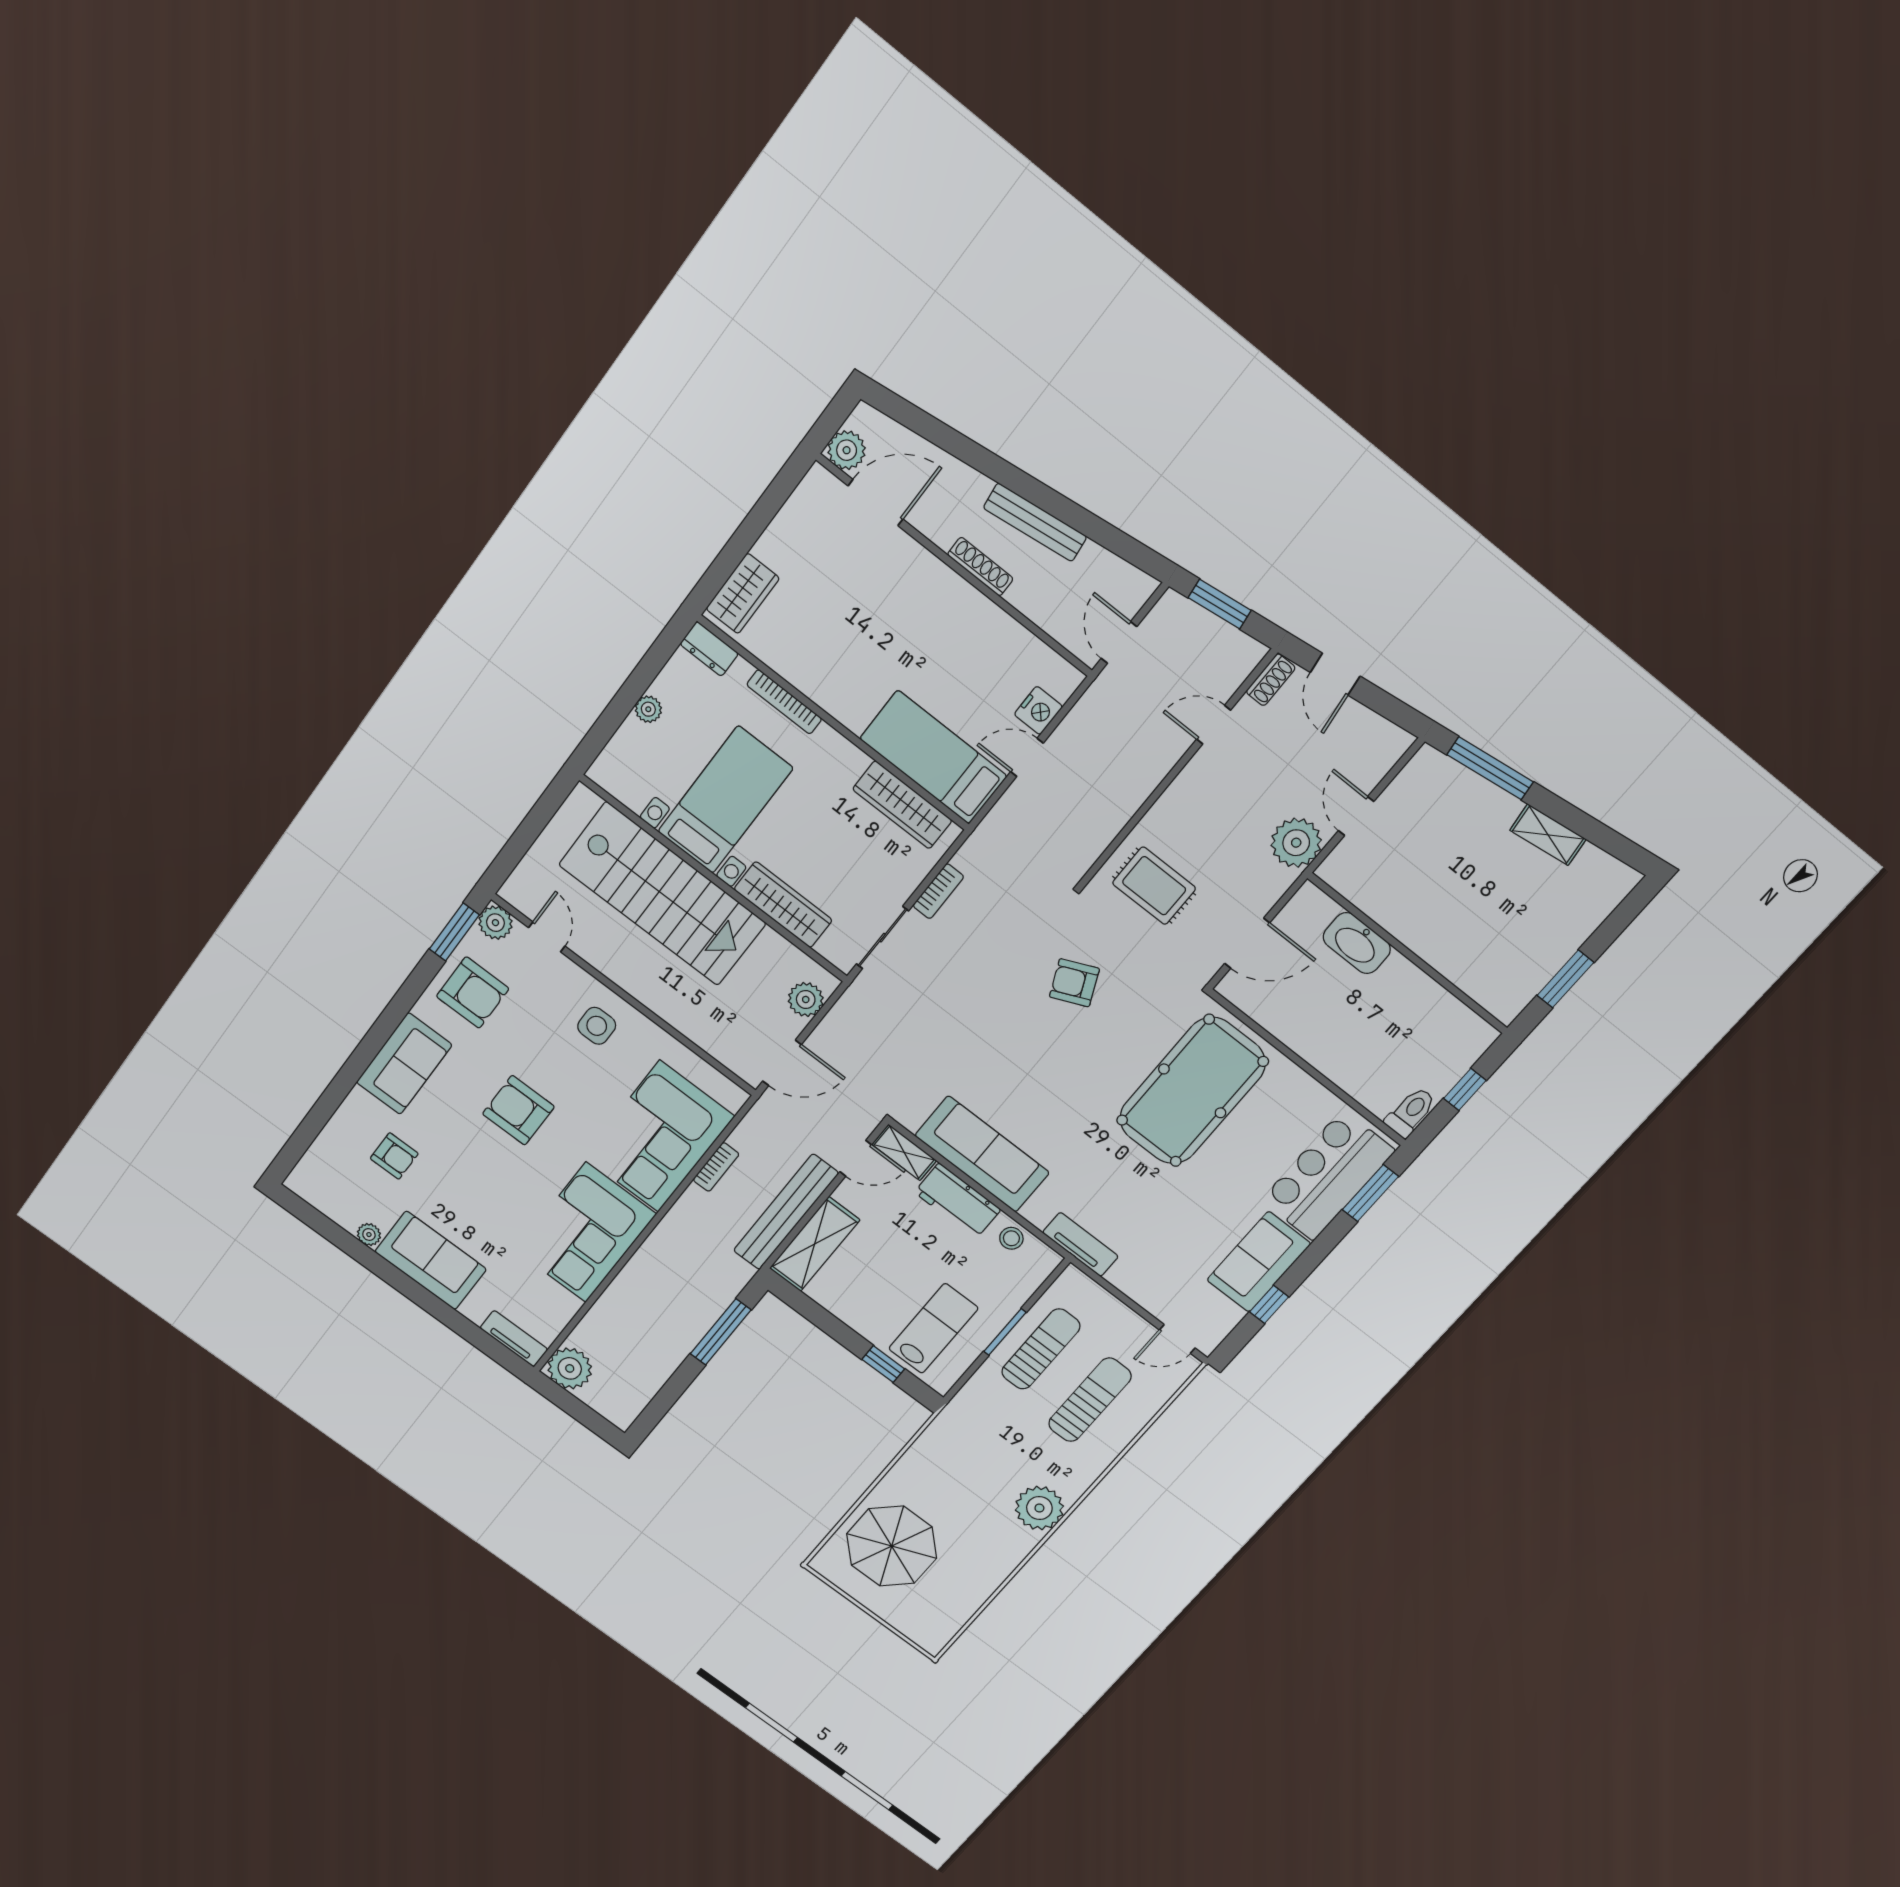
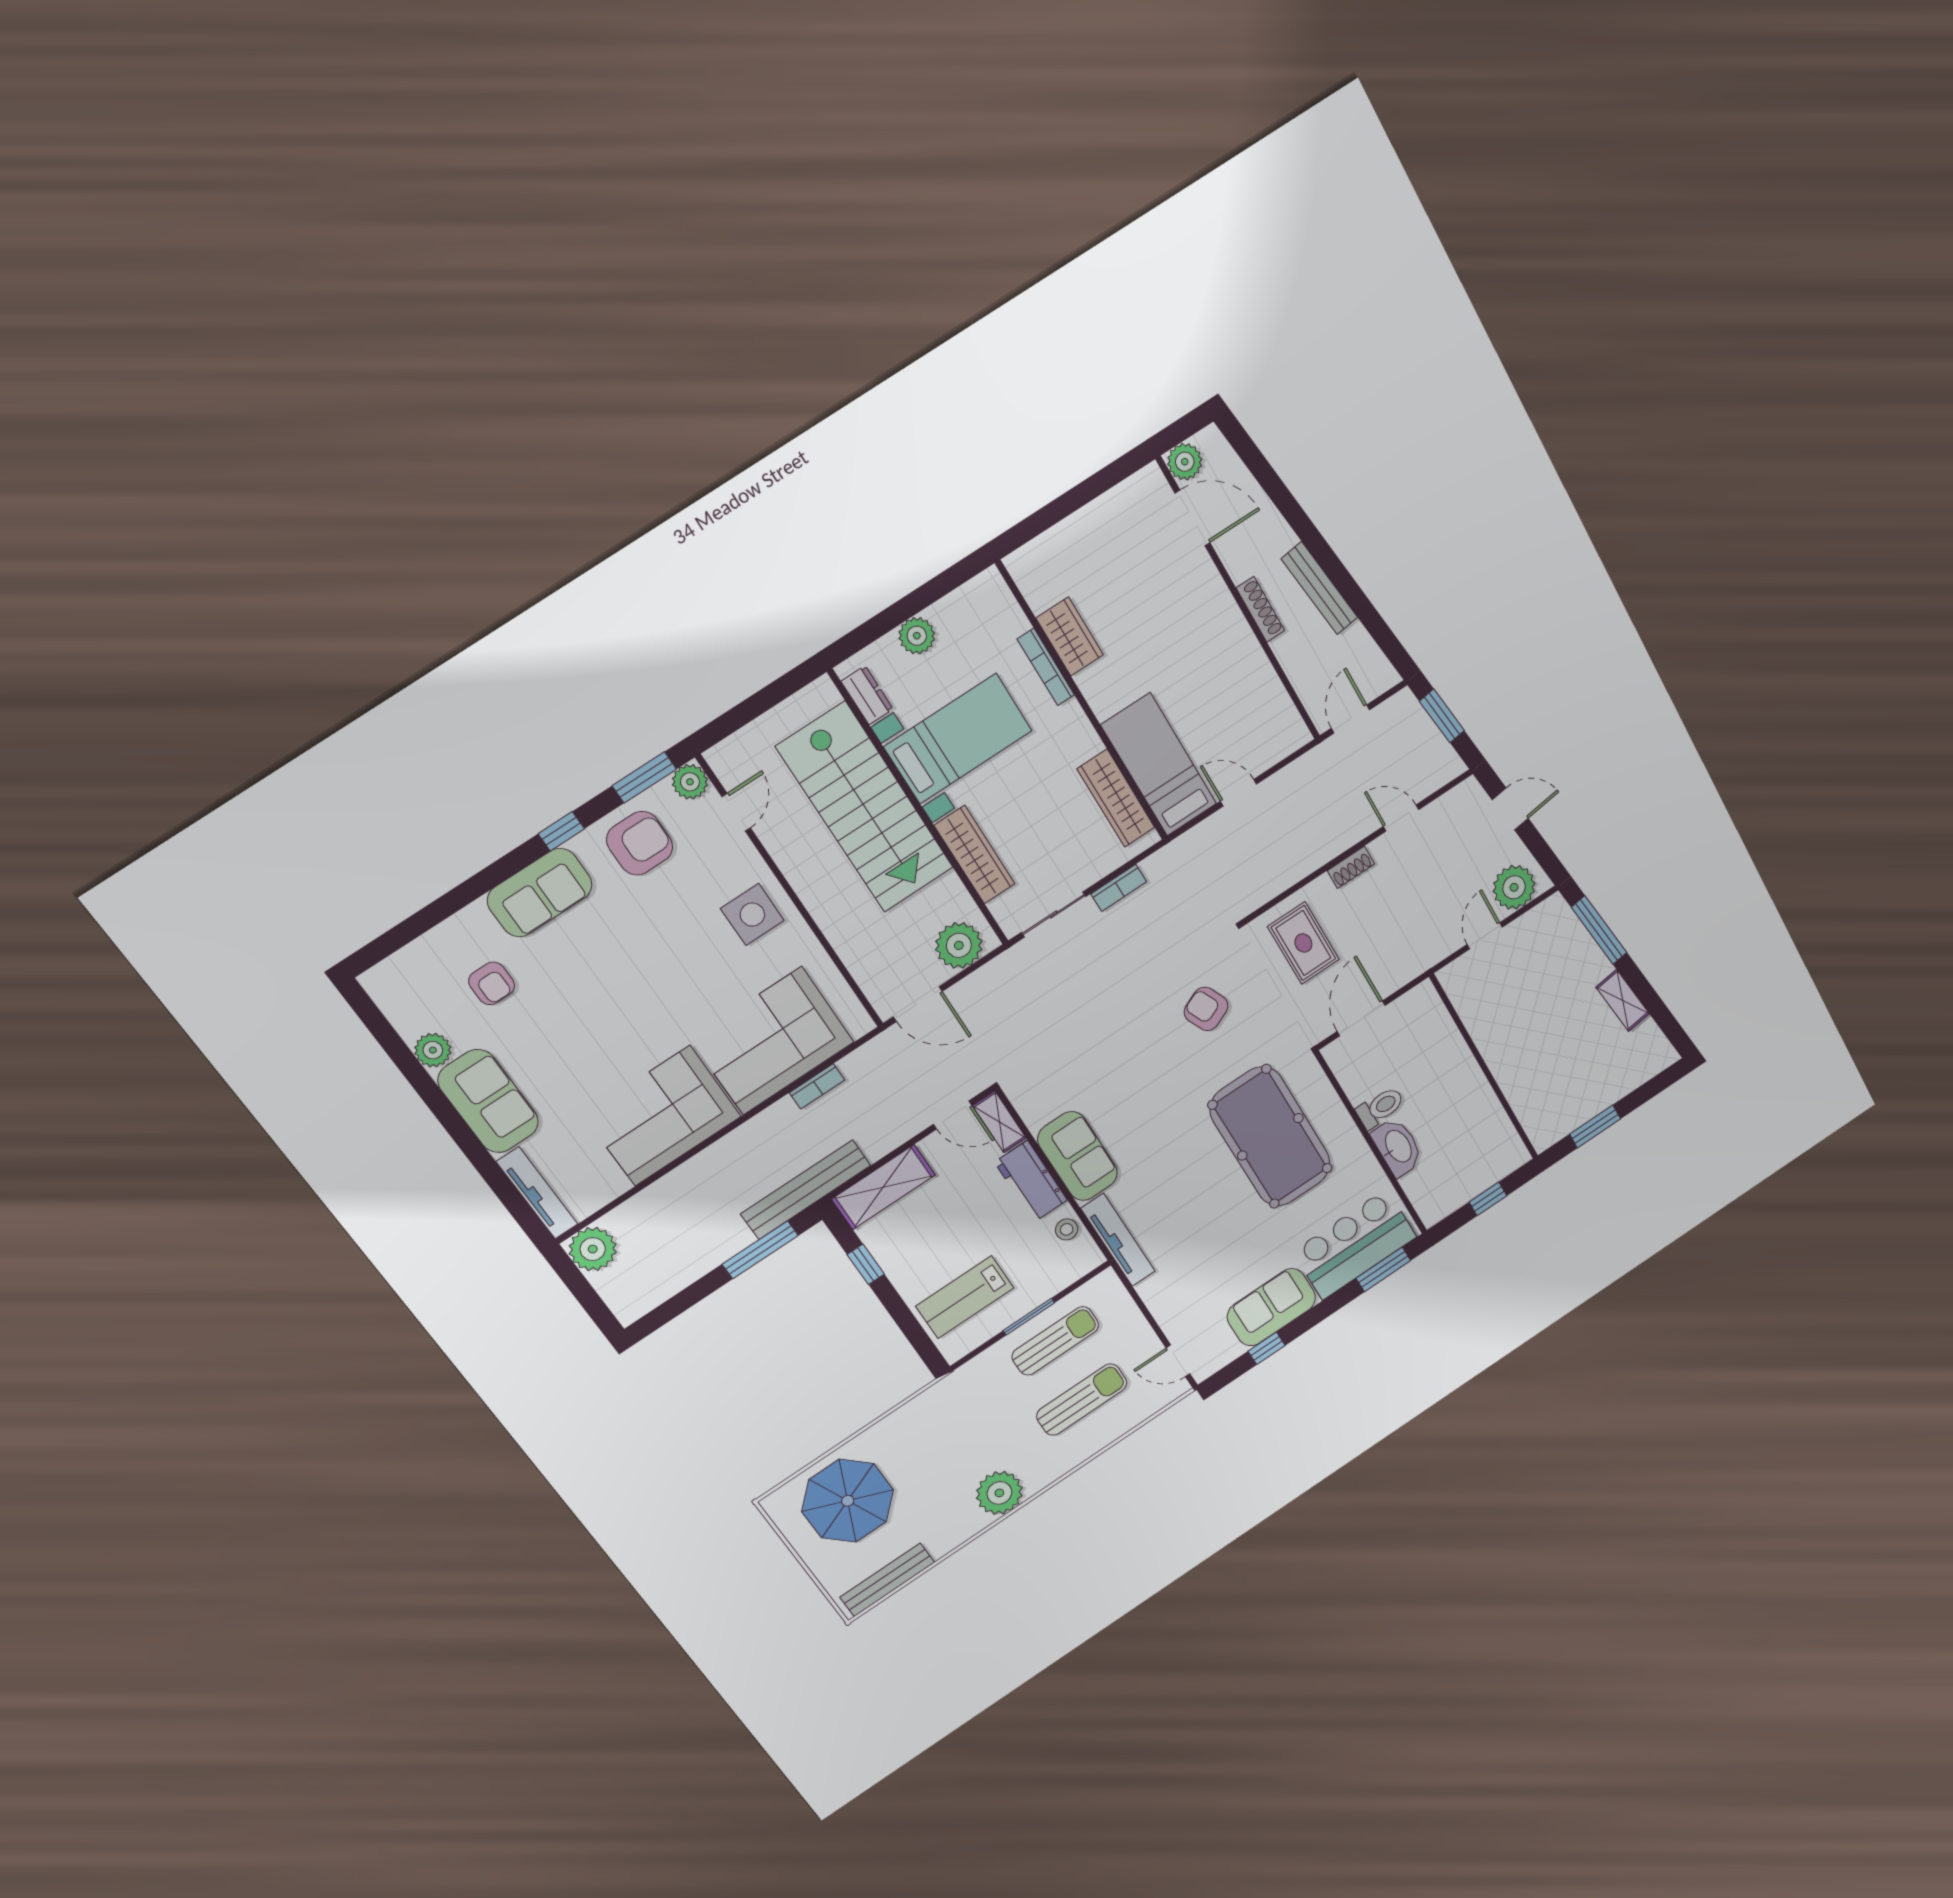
wardrobe: (743, 594) -> (1070, 637), moved, turned -90
dresser: (709, 649) -> (867, 695), moved, turned 180
door: (1335, 674) -> (1510, 809), swing flipped
shoe rack: (1271, 680) -> (1351, 867), moved
plant: (648, 709) -> (917, 636), width x1.38, depth x1.38
nightstand: (1038, 710) -> (1263, 754), removed
plant: (1296, 843) -> (1514, 887), moved
door: (1247, 943) -> (1361, 1018), swing flipped
washbasin: (1357, 943) -> (1397, 1147), moved, turned 180
armchair: (473, 993) -> (640, 843), turned -90
plant: (806, 999) -> (959, 945), width x1.36, depth x1.36
window: (402, 1003) -> (561, 831), added
side table: (597, 1026) -> (752, 915), width x1.37, depth x1.37
pool table: (1192, 1091) -> (1270, 1137), turned 90
armchair: (518, 1110) -> (641, 974), removed
toilet: (1411, 1112) -> (1380, 1108), moved
sofa: (982, 1154) -> (1078, 1156), width x0.73
bench: (786, 1212) -> (806, 1190), moved
plant: (369, 1235) -> (433, 1050), width x1.38, depth x1.38
tv unit: (1080, 1244) -> (1118, 1240), width x1.41
lab bench: (933, 1328) -> (965, 1297), turned 180
tv unit: (514, 1339) -> (537, 1193), width x1.41
window: (883, 1364) -> (866, 1264), moved
bench: (958, 1613) -> (887, 1580), added

